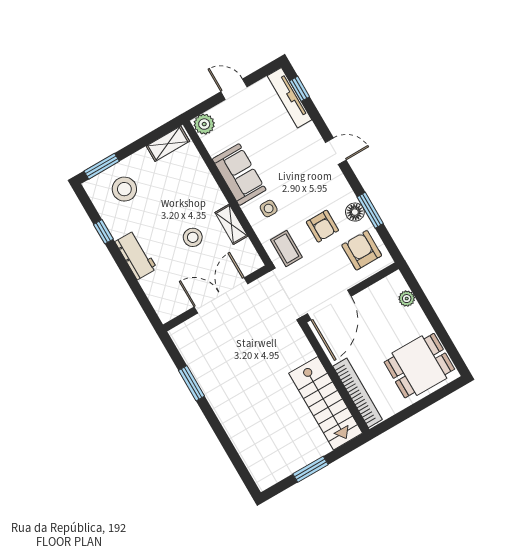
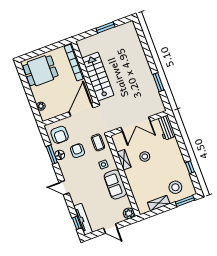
shelving: (168, 144) -> (159, 203), moved
workbench: (136, 255) -> (166, 128), moved
stairs: (326, 403) -> (98, 77), moved

